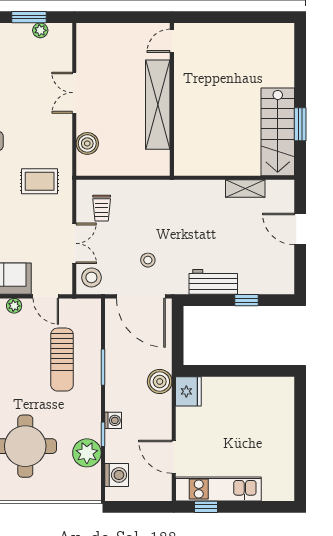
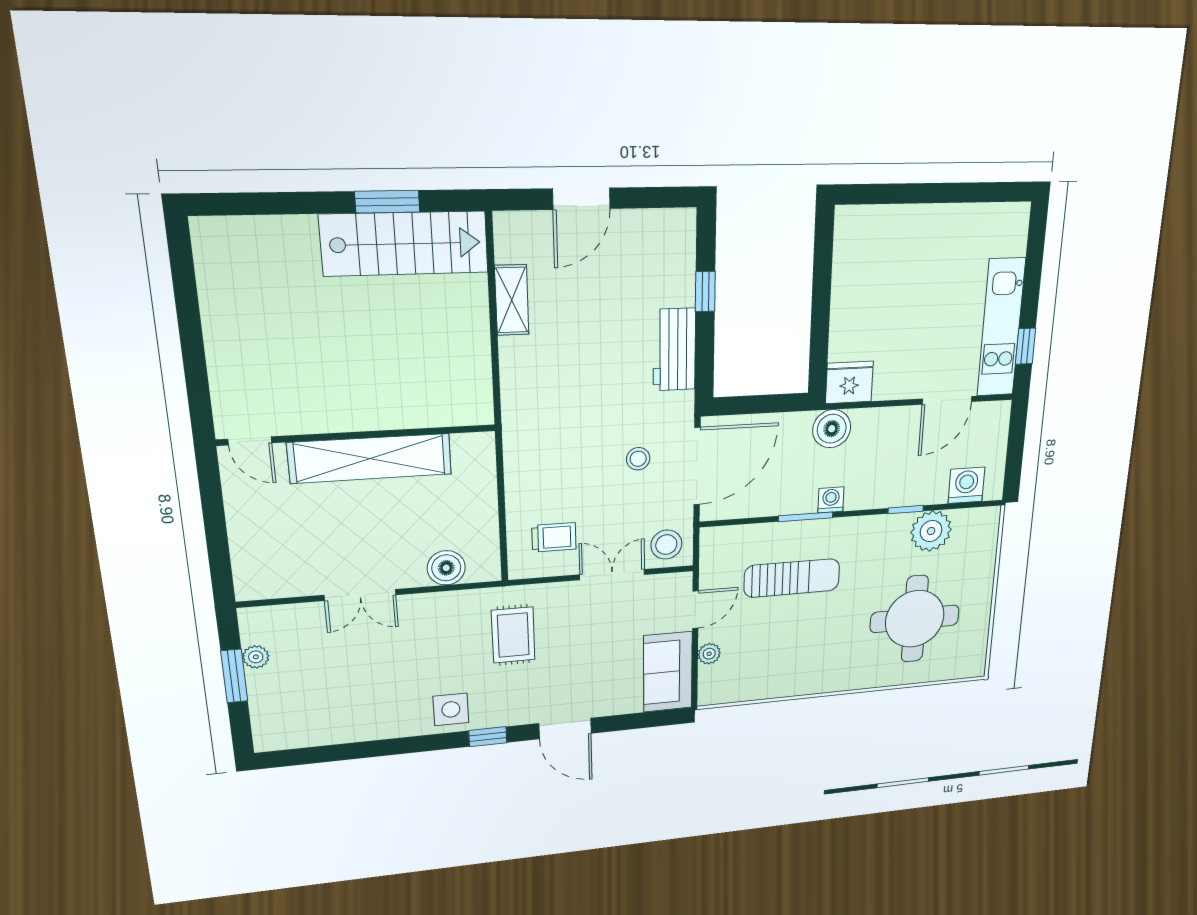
washing machine: (113, 420) -> (831, 500), moved

